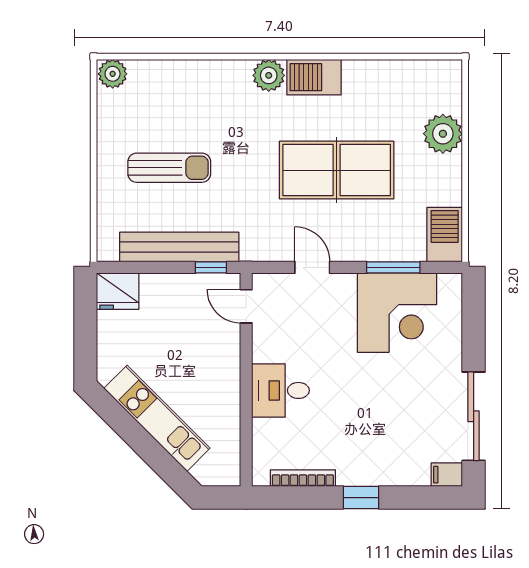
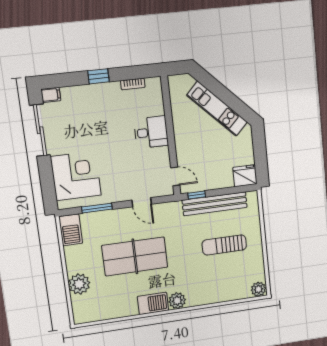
corner desk: (397, 313) -> (76, 176), moved, turned 90
bookcase: (303, 478) -> (133, 84), width x0.64

